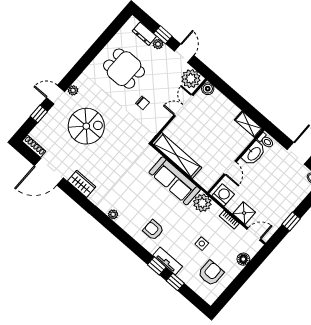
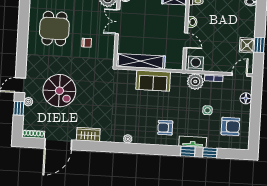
dining table: (124, 69) -> (54, 28), turned 90
plant: (73, 90) -> (28, 102), moved
spiral stairs: (86, 126) -> (59, 91), turned 90
washbasin: (254, 154) -> (192, 22), width x0.52, depth x0.69
sofa: (175, 181) -> (153, 81), width x0.73
plant: (202, 203) -> (195, 81), moved
shower: (244, 213) -> (247, 45), moved
armchair: (211, 273) -> (230, 126), turned 90

